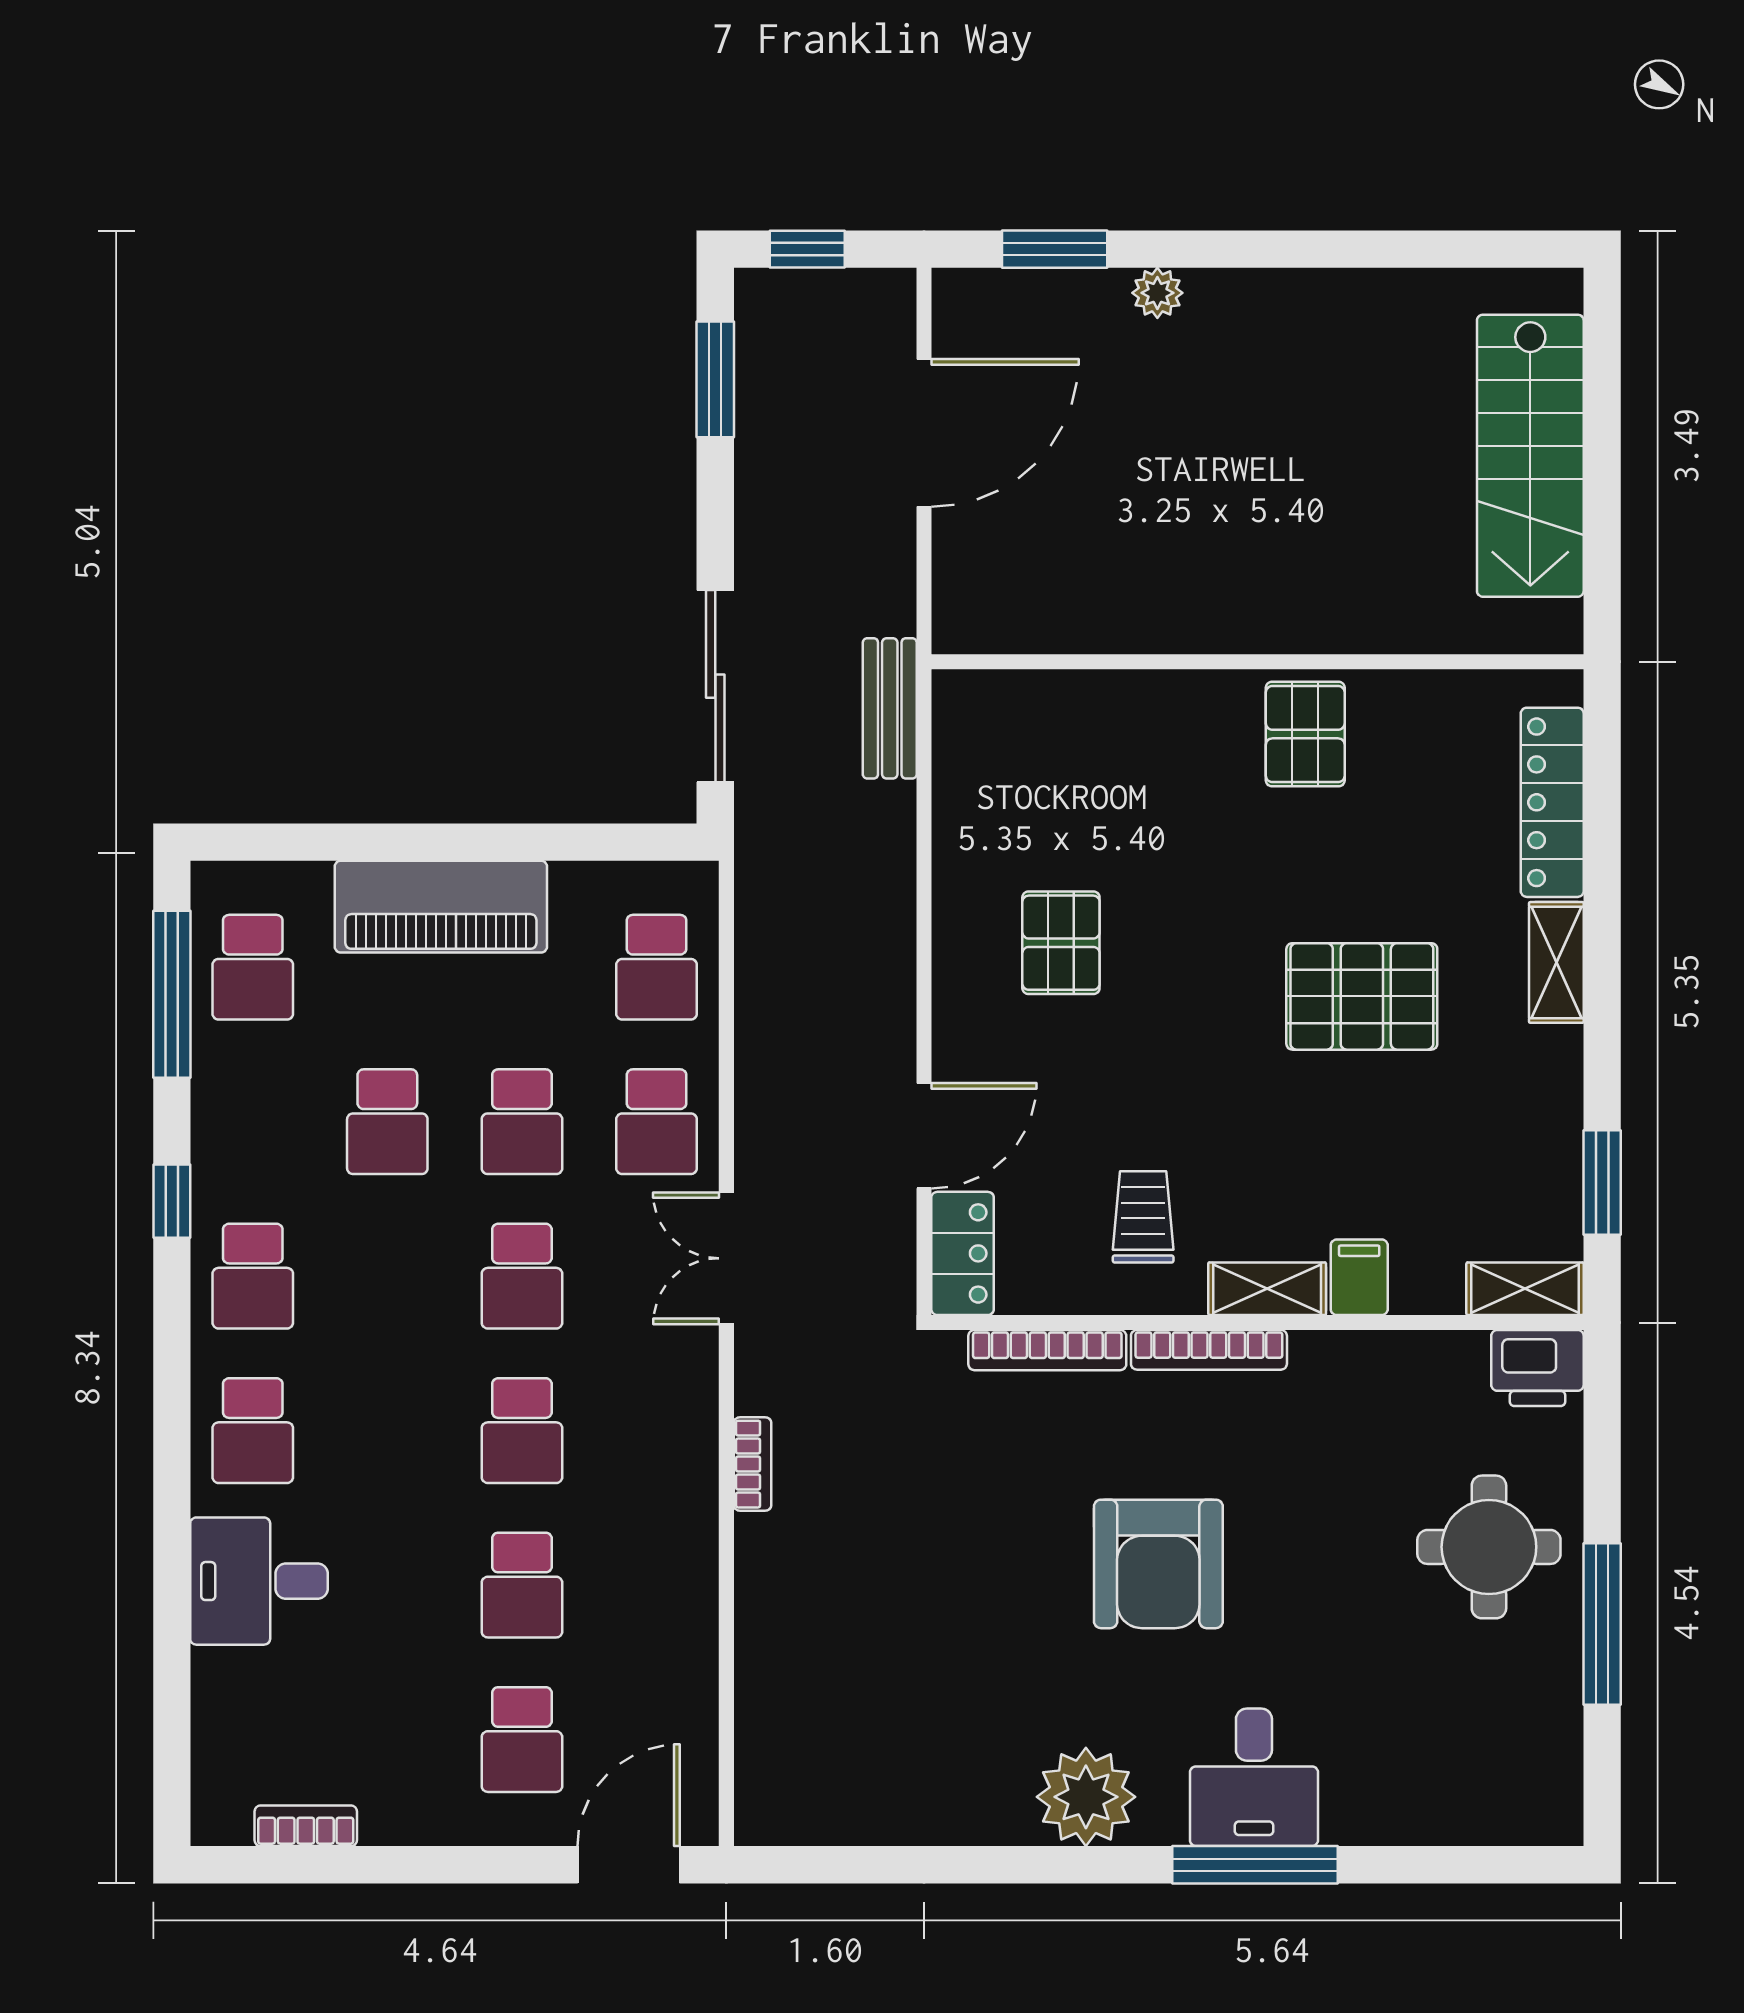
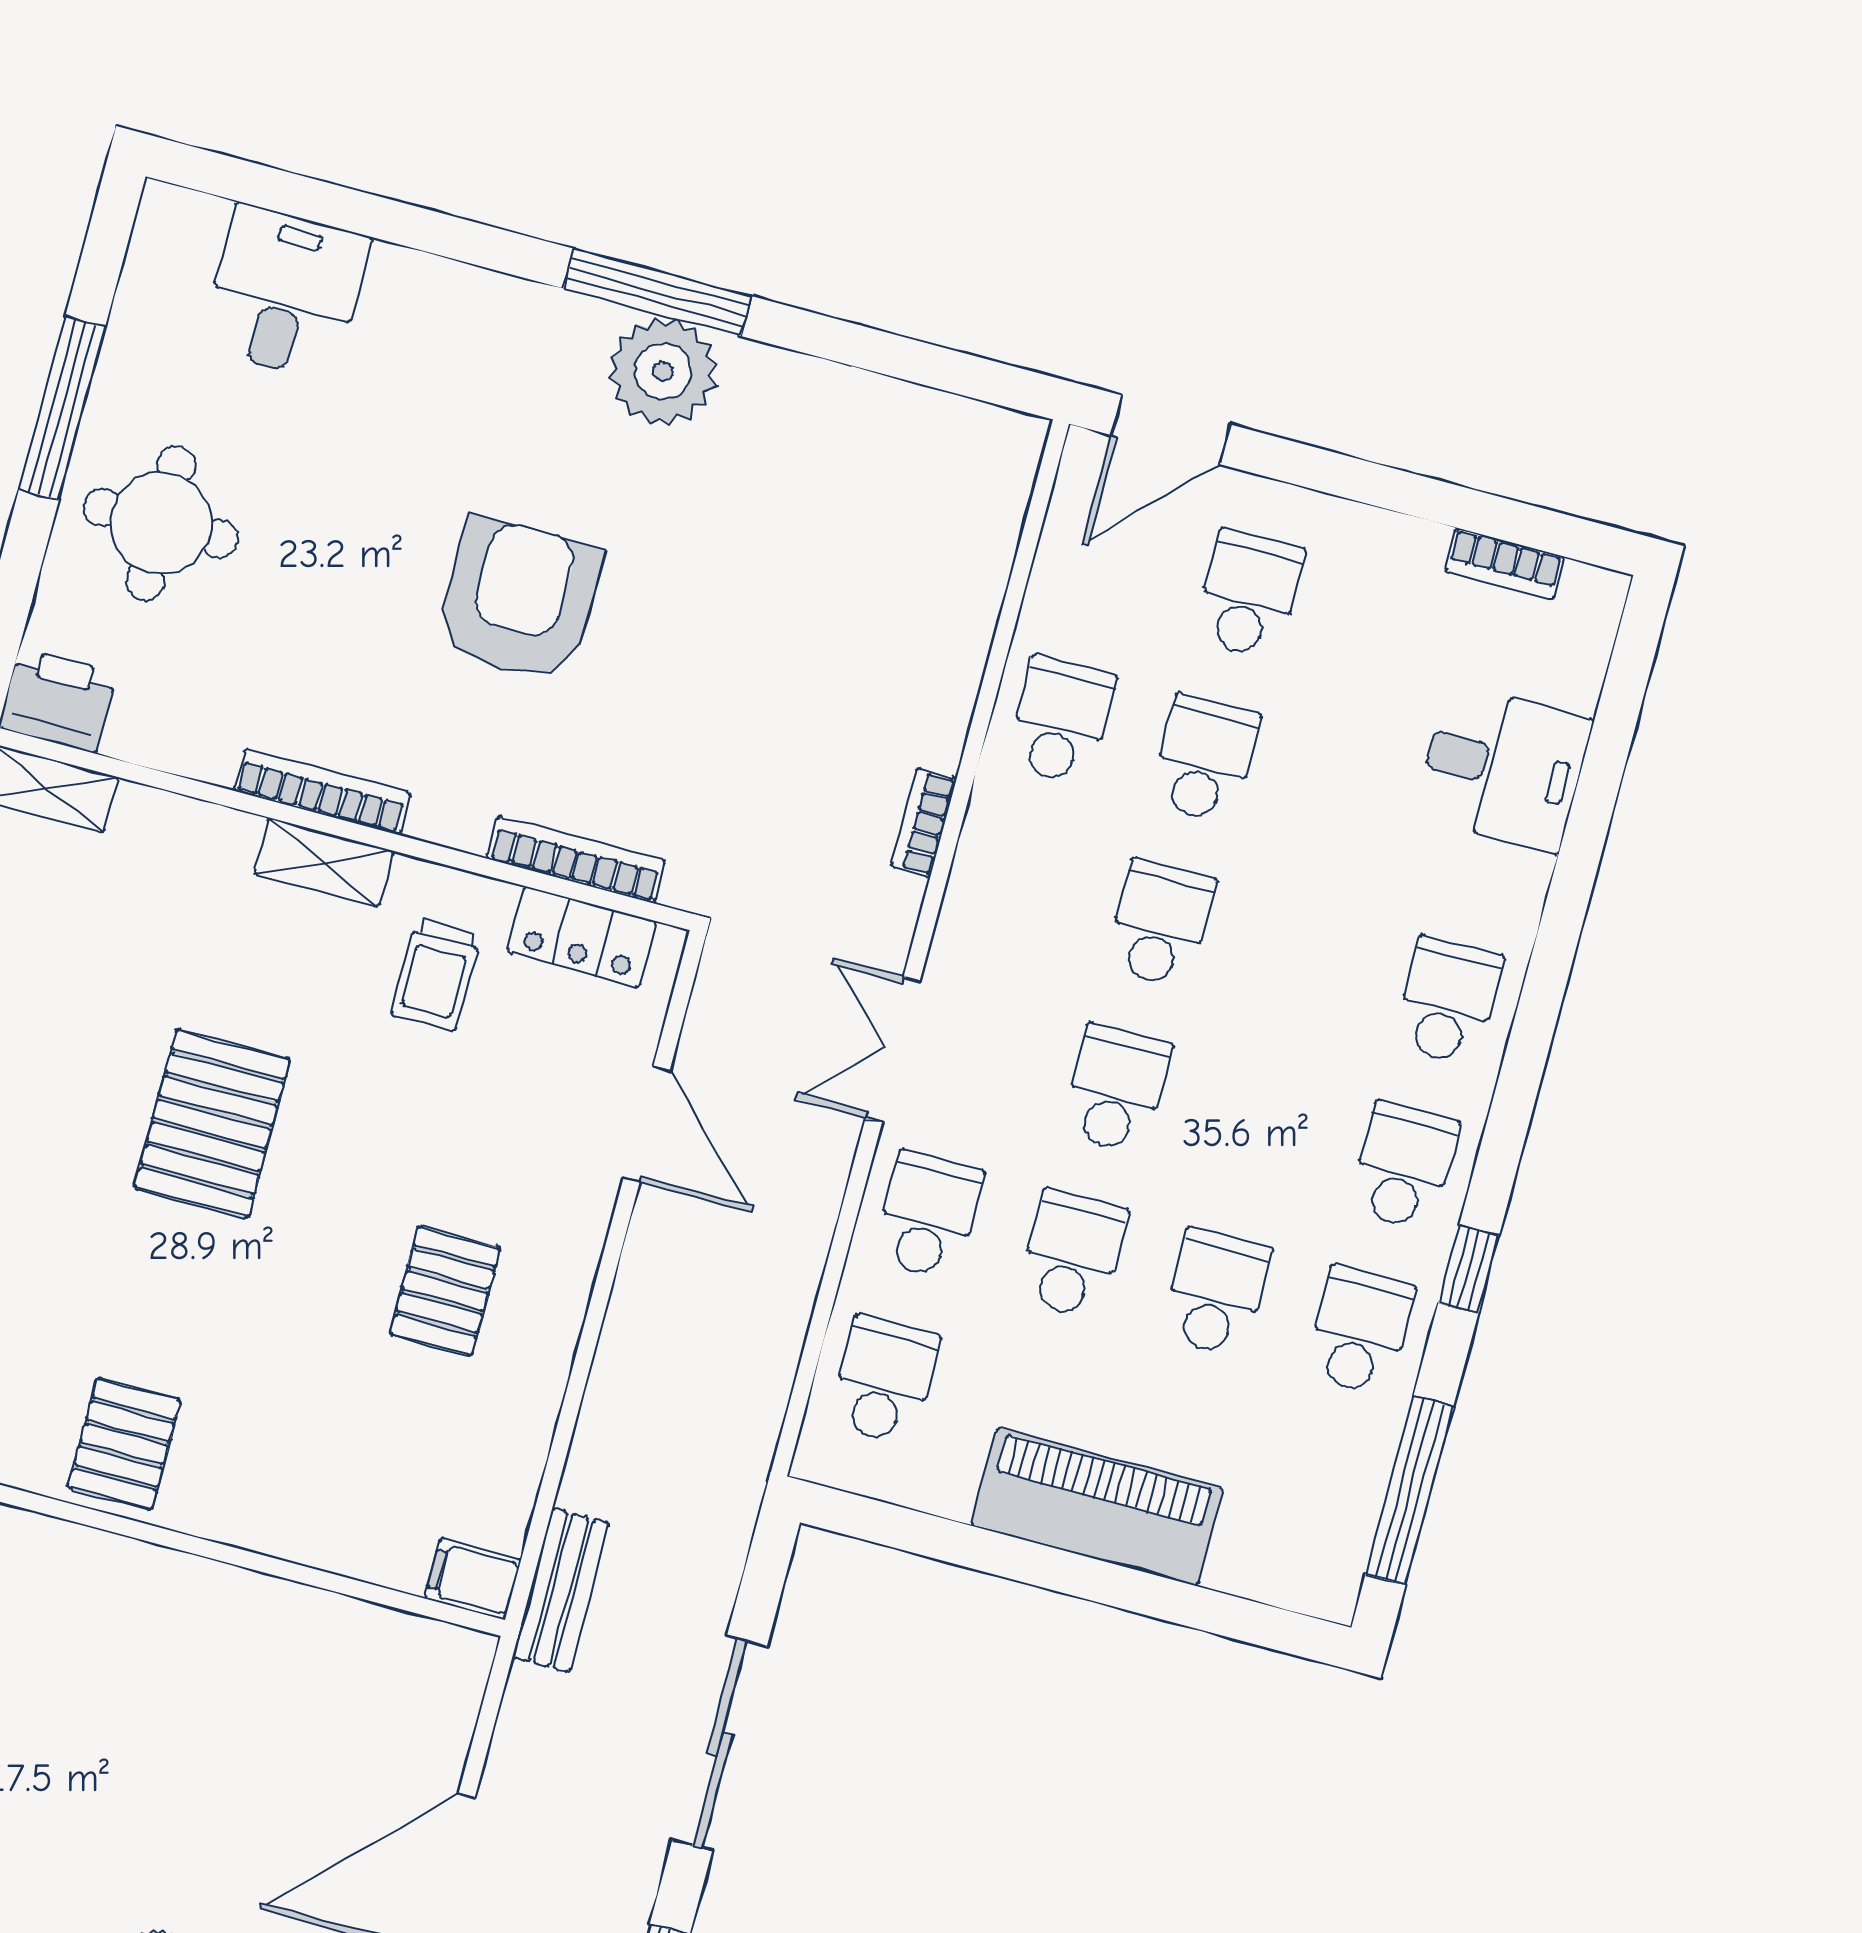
sliding door: (715, 686) -> (719, 1744), moved
school desk: (253, 967) -> (1359, 1331), moved
pallet: (1362, 996) -> (212, 1124), moved, turned 90
door: (924, 1136) -> (647, 1124), swing flipped
locker: (963, 1253) -> (582, 937), moved, turned -90
double door: (726, 1258) -> (893, 1050), swing flipped
filing cabinet: (1359, 1277) -> (473, 1579), moved, turned 90
bookcase: (1209, 1350) -> (322, 792), moved
desk: (259, 1581) -> (1503, 768), moved
school desk: (657, 1585) -> (1061, 720), added
desk: (1254, 1777) -> (285, 293), moved
window: (1255, 1865) -> (658, 292), moved

